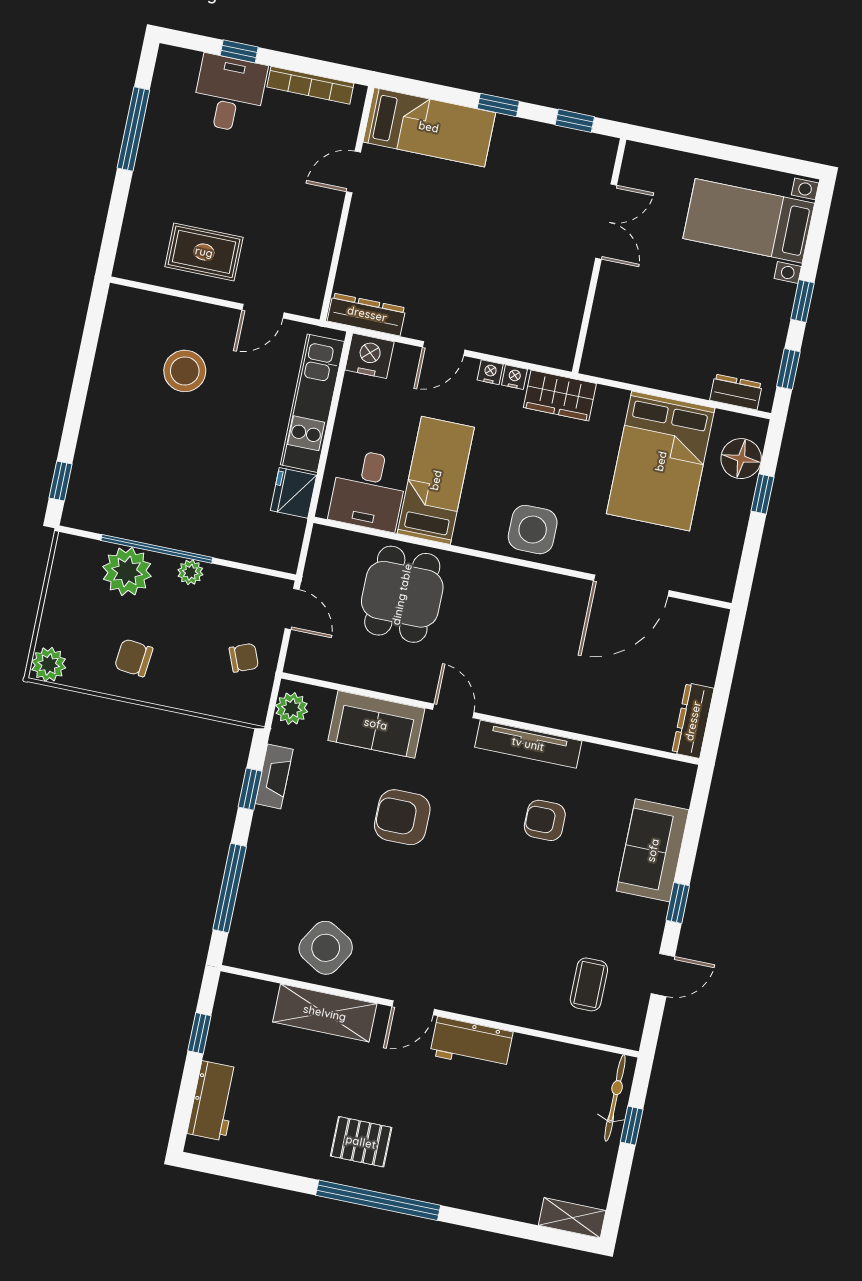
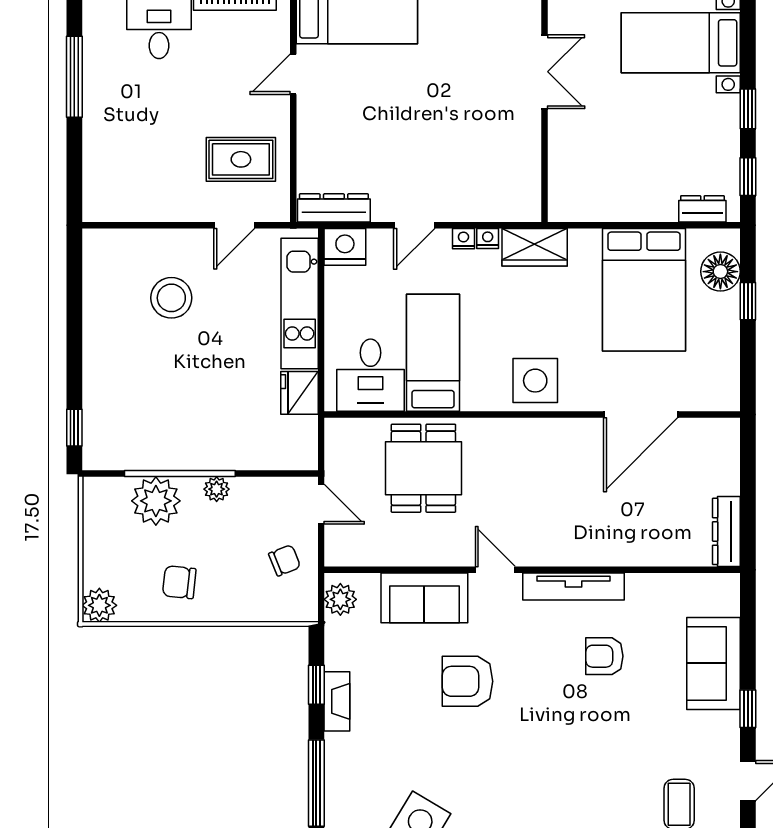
rug: (204, 252) -> (241, 159), moved
fireplace: (274, 776) -> (337, 701), moved

